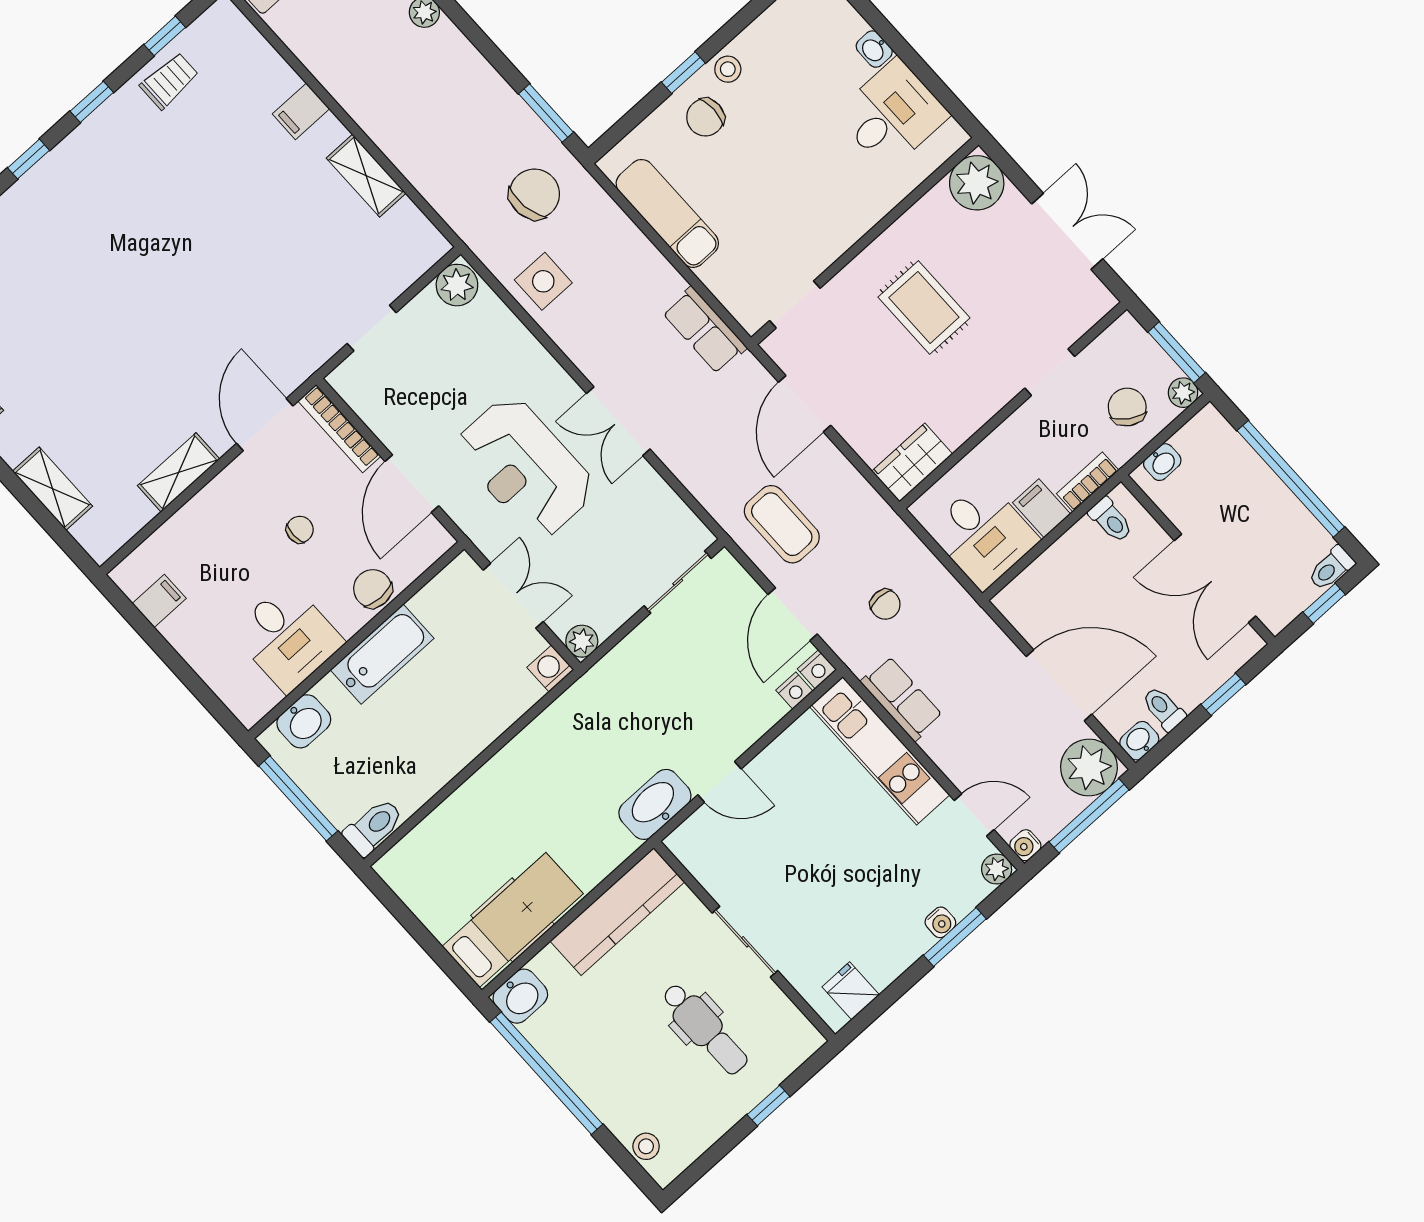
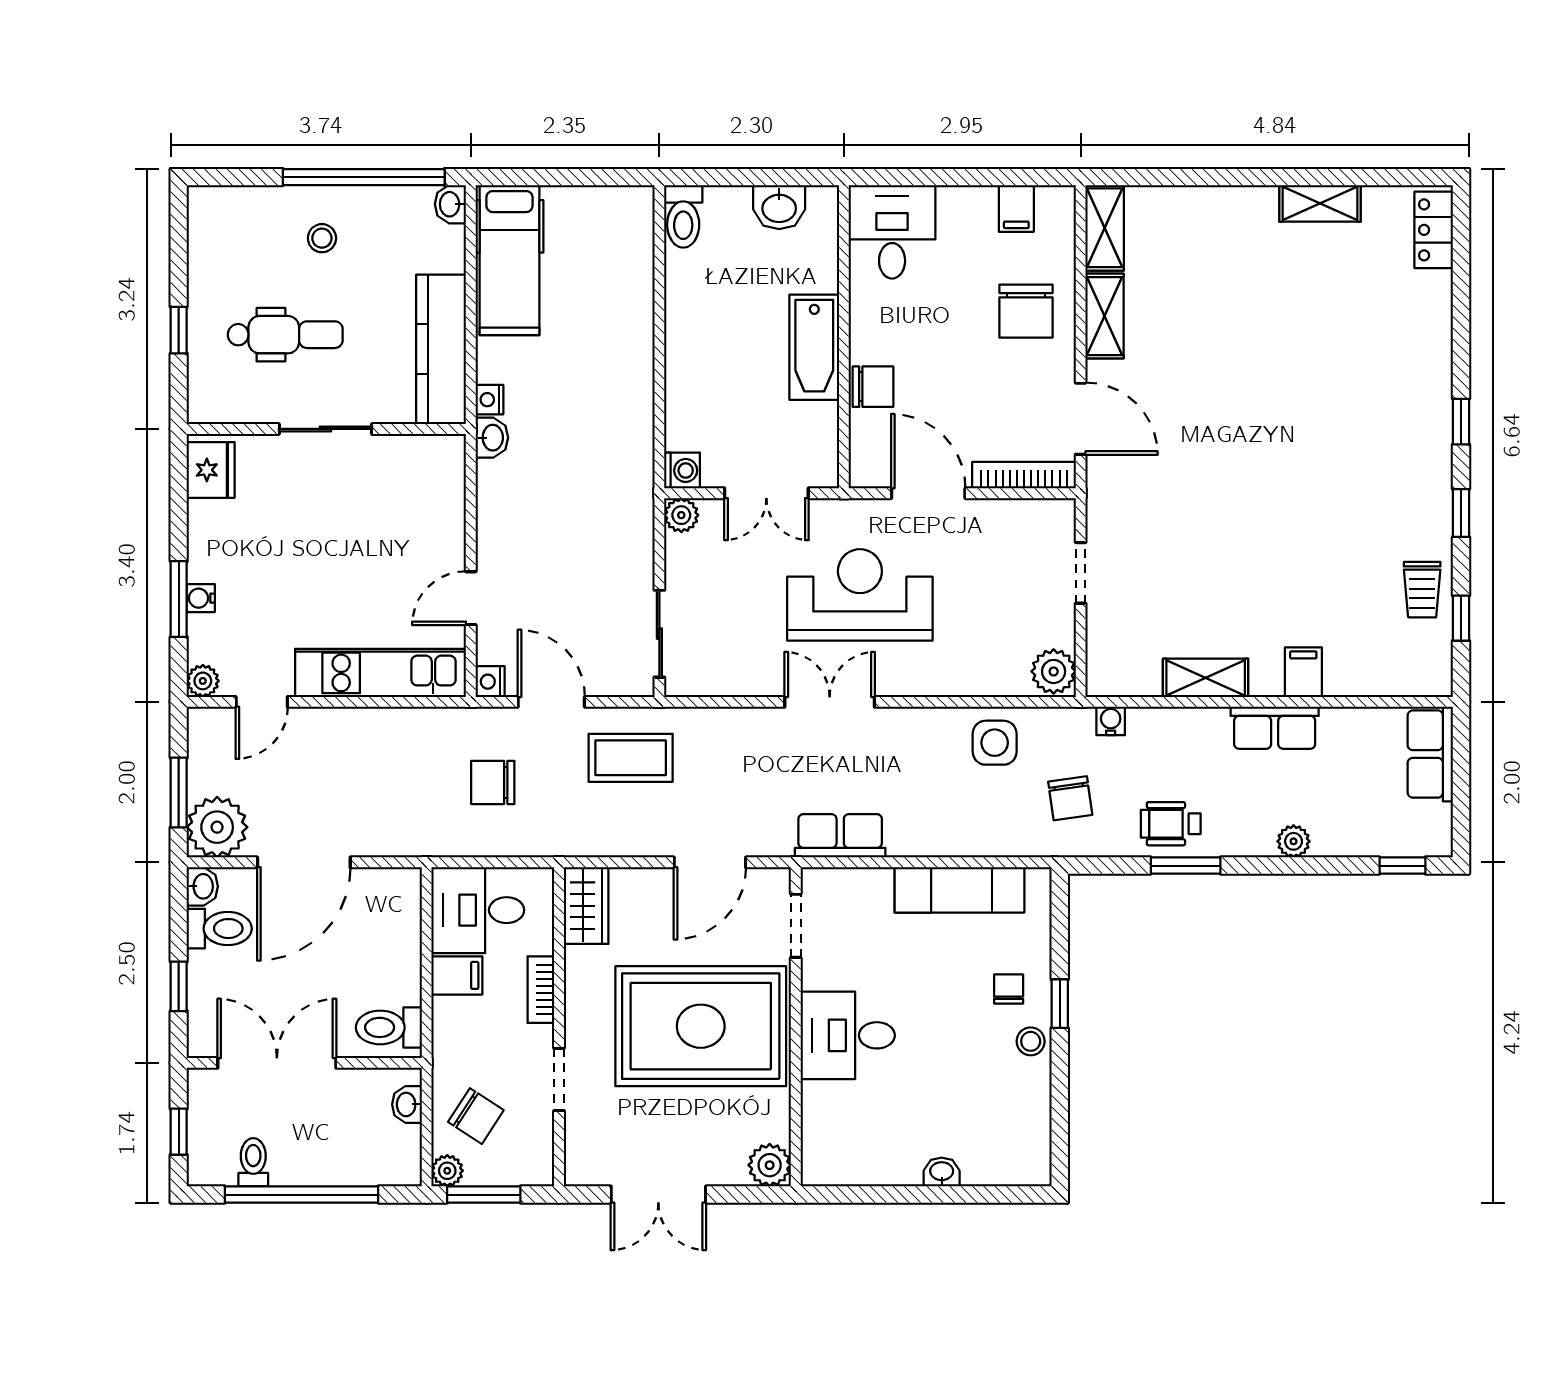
wheelchair: (489, 108) -> (1171, 824), added
window: (546, 113) -> (1186, 866), moved
desk: (892, 114) -> (848, 1035), moved, turned 90
chair: (705, 117) -> (1009, 989), width x0.73, depth x0.73
plant: (977, 183) -> (770, 1165), width x0.73, depth x0.73
chair: (534, 194) -> (1070, 798), width x0.73, depth x0.73
rug: (924, 307) -> (701, 1026), width x1.86, depth x2.06
door: (805, 404) -> (710, 862), swing flipped
bookcase: (1088, 482) -> (541, 990), moved, turned 180
shelving: (53, 489) -> (1105, 228), moved, turned 90
toilet: (1111, 520) -> (389, 1027), width x1.37, depth x1.39
chair: (300, 530) -> (1026, 311), moved, width x1.87, depth x1.87
toilet: (1331, 568) -> (253, 1162), moved
chair: (885, 604) -> (493, 782), width x1.37, depth x1.37
desk: (288, 637) -> (892, 232), moved, turned 90
nightstand: (794, 691) -> (489, 400), moved
row of seats: (902, 699) -> (1275, 728), moved
toilet: (1164, 709) -> (219, 929), width x1.37, depth x1.39
washbasin: (304, 721) -> (779, 207), moved, turned -90
door: (719, 782) -> (471, 598), moved
window: (298, 798) -> (760, 177), removed
washbasin: (655, 804) -> (492, 438), width x0.52, depth x0.69
window: (1089, 816) -> (179, 792), width x0.69
water cooler: (1025, 845) -> (1111, 721), moved
fridge: (851, 991) -> (211, 470), width x1.38
washbasin: (520, 996) -> (450, 204), width x0.72, depth x0.69
dental chair: (705, 1029) -> (285, 335), turned 180
stool: (646, 1146) -> (322, 238), moved

